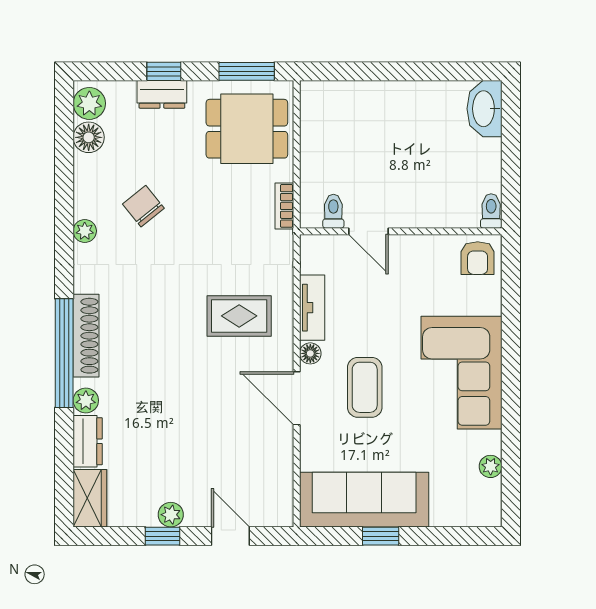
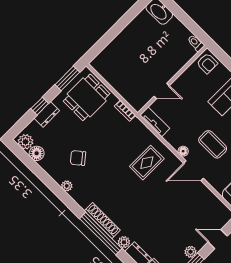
toilet: (333, 211) -> (143, 96), removed
tv unit: (312, 308) -> (155, 122), moved

